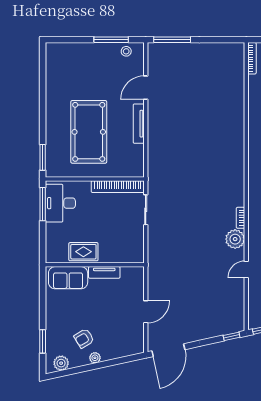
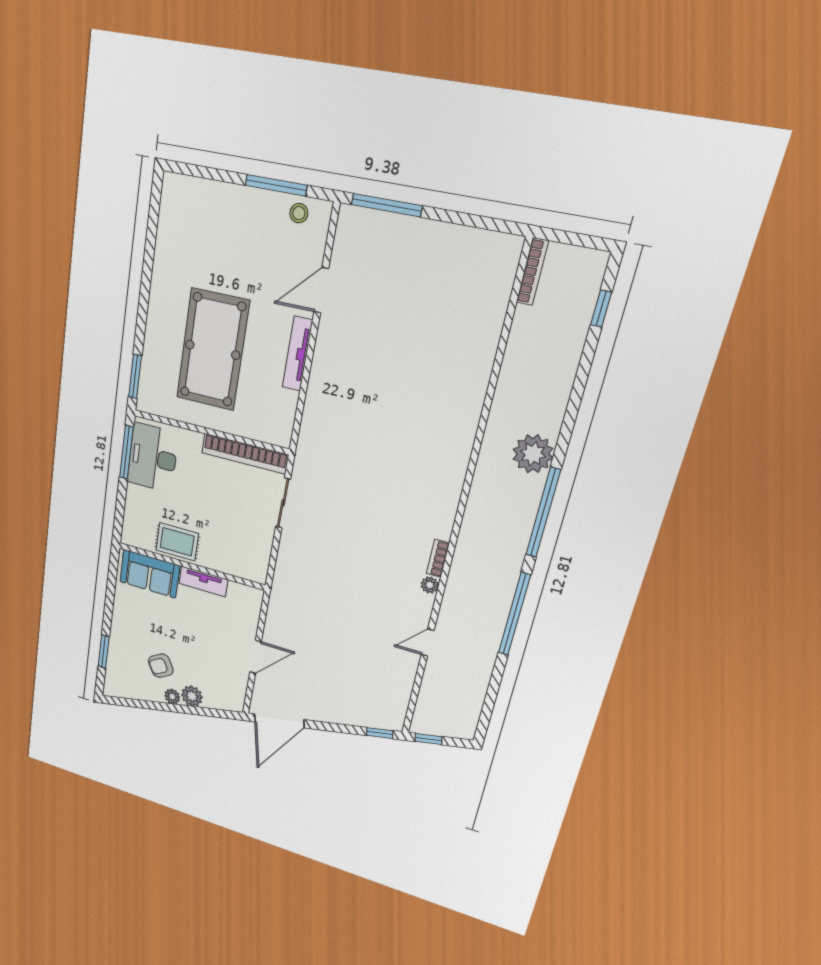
plant: (235, 239) -> (430, 585), width x0.53, depth x0.53
plant: (61, 363) -> (192, 696), moved

